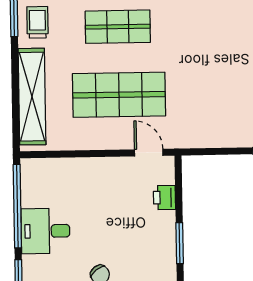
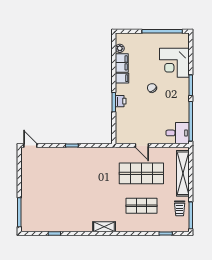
door: (149, 153) -> (142, 146), moved
printer: (164, 198) -> (121, 101), moved
desk: (45, 231) -> (178, 133), moved

